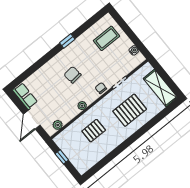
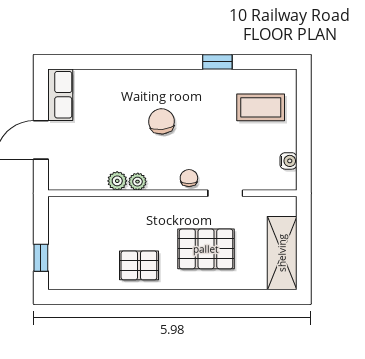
window: (67, 41) -> (217, 62), moved
plant: (58, 125) -> (117, 181), moved
pallet: (94, 131) -> (139, 265), moved
window: (62, 157) -> (41, 258), moved

